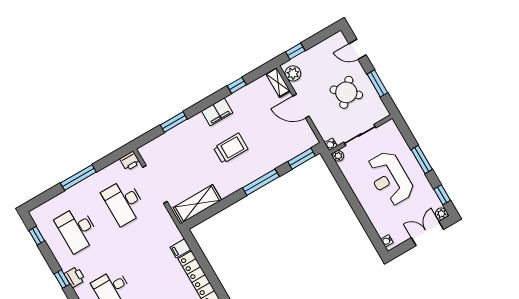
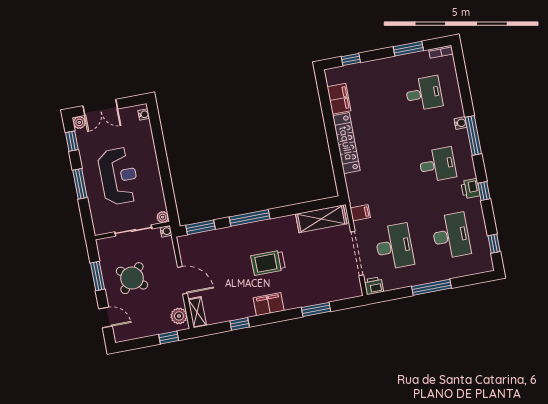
filing cabinet: (180, 248) -> (360, 213), moved

